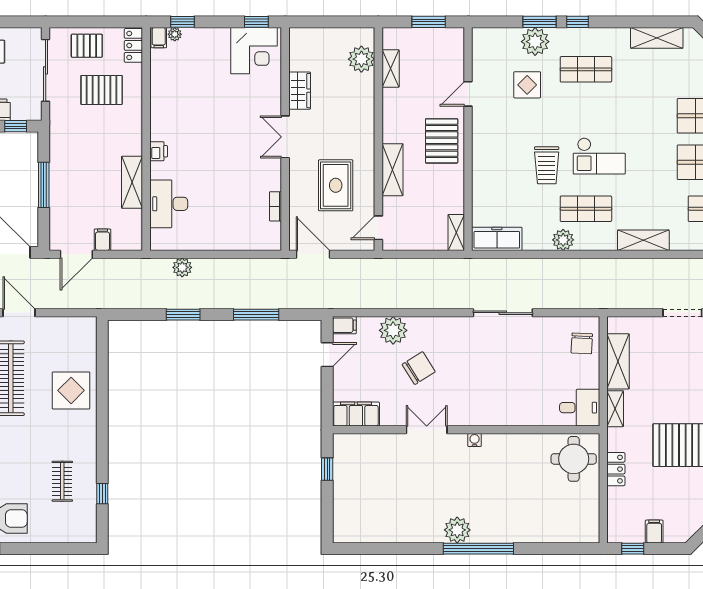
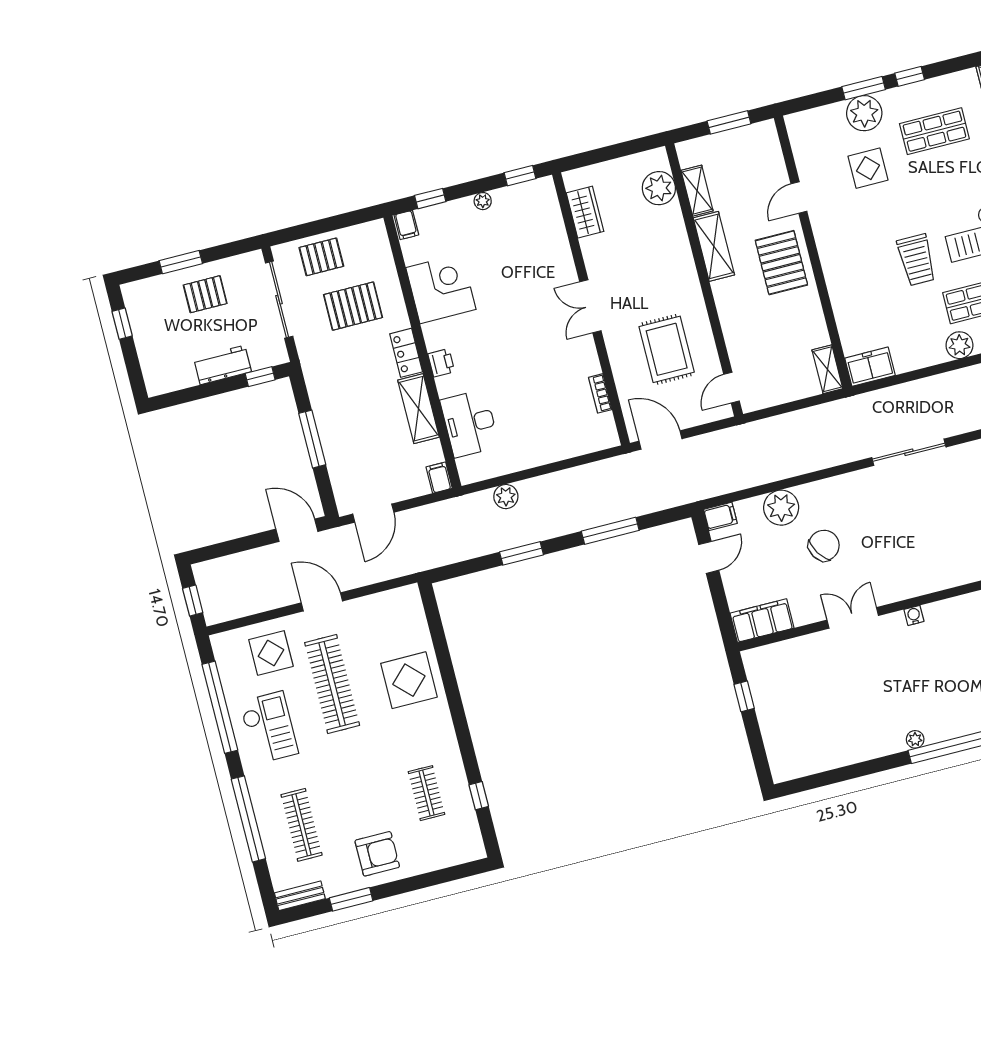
plant: (175, 34) -> (483, 201), moved
locker: (133, 45) -> (406, 353), moved
corner desk: (254, 51) -> (441, 288), moved, turned -90
wardrobe: (300, 91) -> (585, 212), moved
shelving: (392, 170) -> (714, 246), moved
freezer: (497, 239) -> (870, 367), width x0.71
filing cabinet: (103, 240) -> (439, 478), moved
plant: (457, 530) -> (915, 739), width x0.53, depth x0.53

